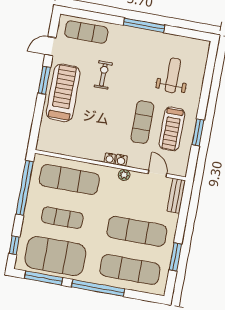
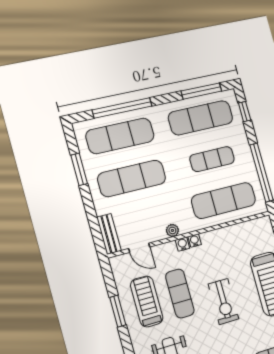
exercise bike: (103, 75) -> (224, 301), moved, width x1.38, depth x1.39
exercise mat: (55, 256) -> (201, 118), width x0.68
window: (98, 288) -> (122, 108), moved

